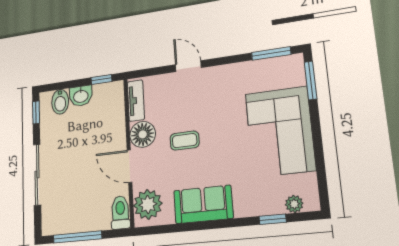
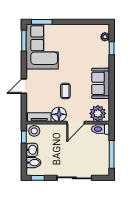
stool: (112, 95) -> (34, 131), added
corner sofa: (280, 132) -> (42, 47), moved, turned -90

